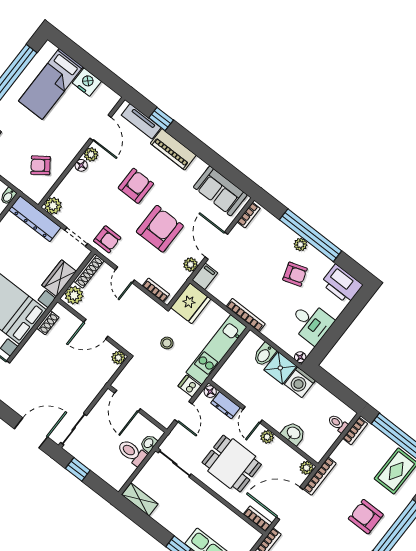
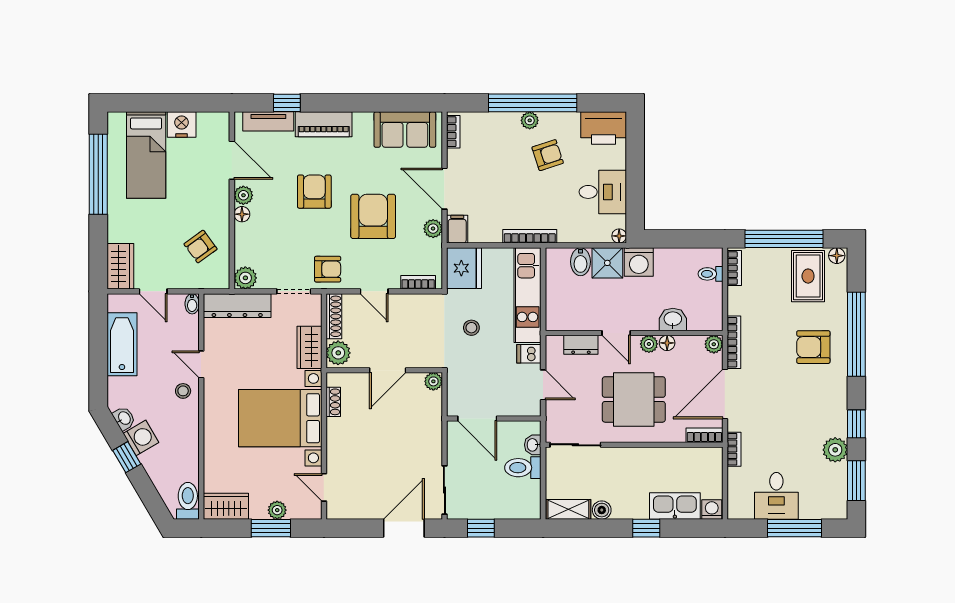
floor lamp: (210, 392) -> (667, 343), moved
boiler: (160, 516) -> (602, 510), added

